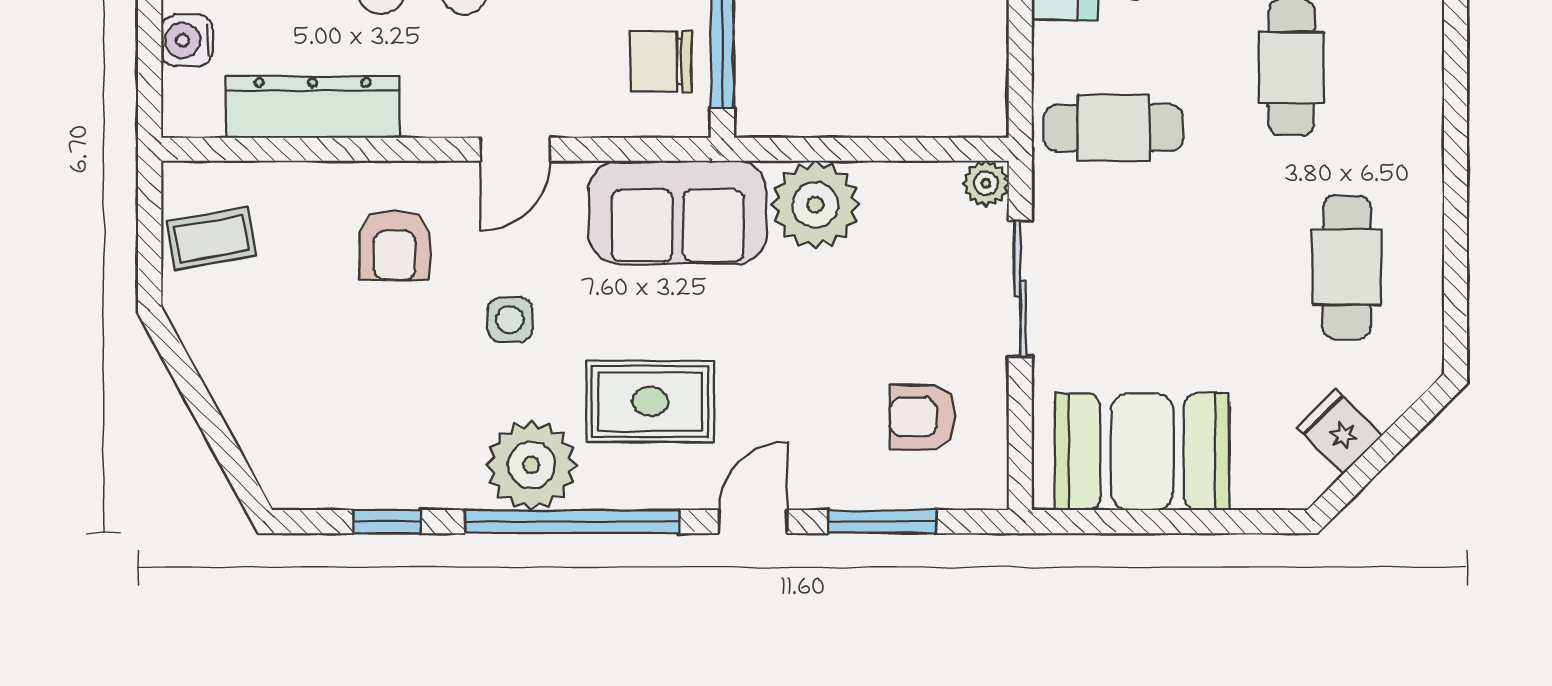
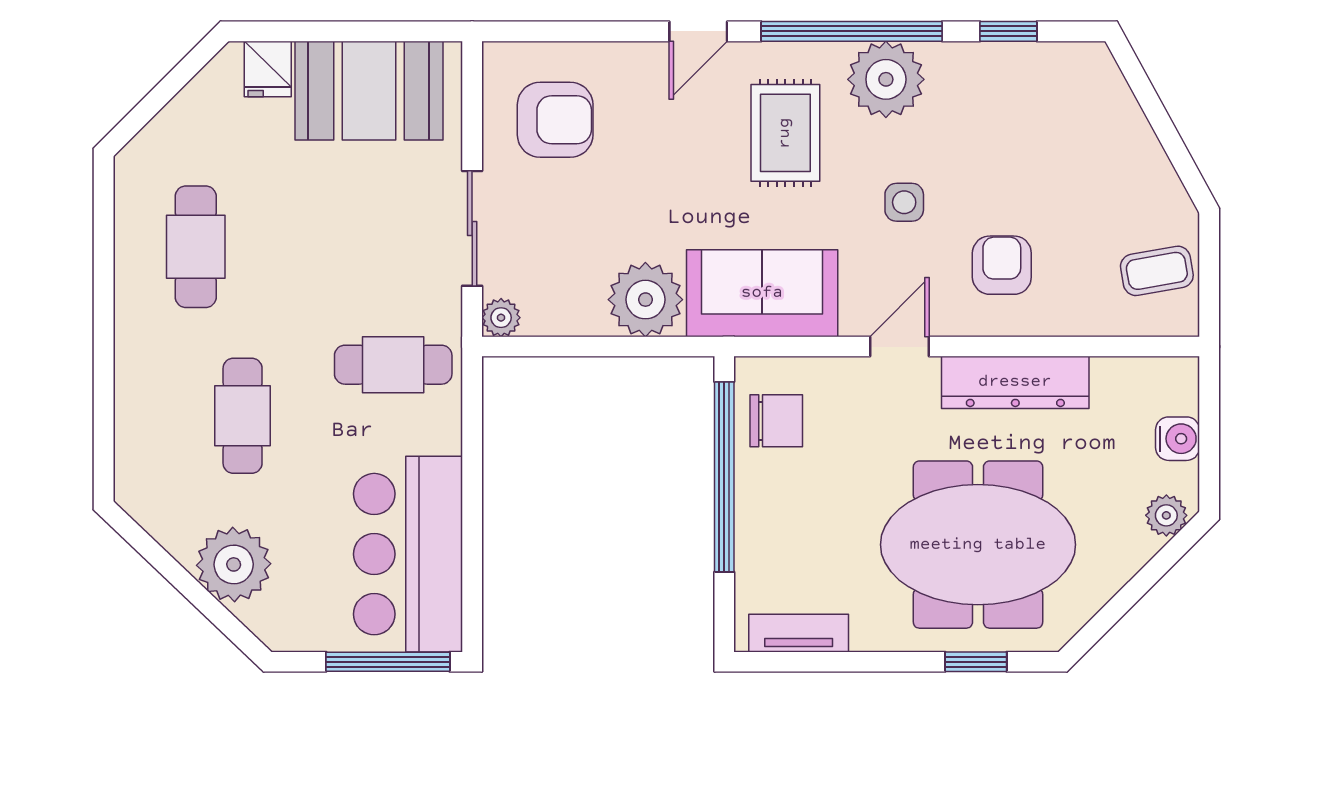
dresser: (312, 107) -> (1015, 382), moved
rug: (650, 402) -> (785, 133), turned 90
armchair: (922, 417) -> (555, 120), width x1.38, depth x1.38
fridge: (1340, 432) -> (268, 69), moved, turned 45
window: (882, 522) -> (589, 31), removed

